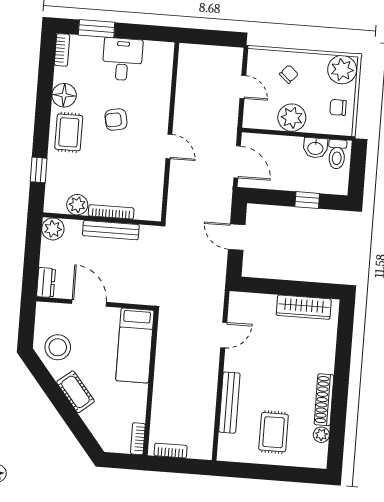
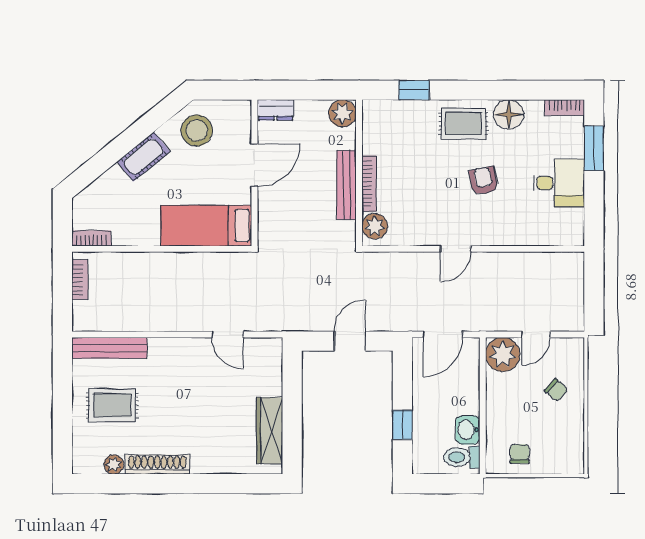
plant: (342, 70) -> (567, 455), removed
plant: (292, 118) -> (503, 354), moved
plant: (77, 205) -> (375, 226), moved
bench: (229, 403) -> (109, 348), moved

